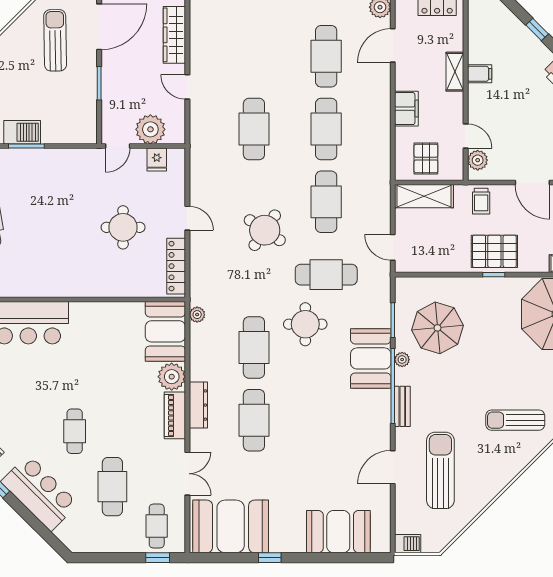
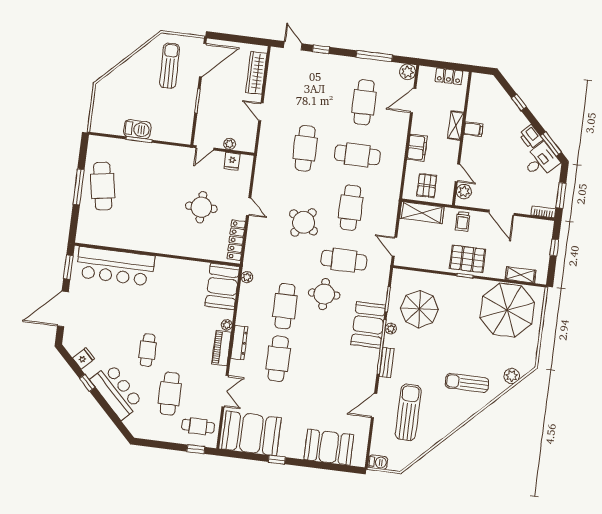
plant: (150, 129) -> (230, 144), width x0.53, depth x0.53
cafe table: (326, 129) -> (357, 155), turned 90
plant: (172, 377) -> (227, 325), width x0.53, depth x0.53
cafe table: (157, 526) -> (198, 426), turned 90

